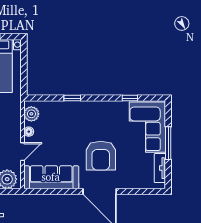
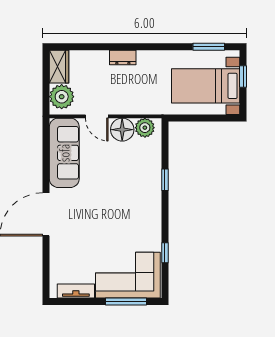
floor lamp: (29, 132) -> (122, 130), width x1.89, depth x1.89
window: (168, 143) -> (126, 301), moved
armchair: (101, 156) -> (92, 216), removed

